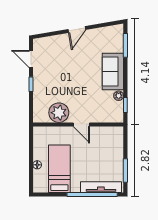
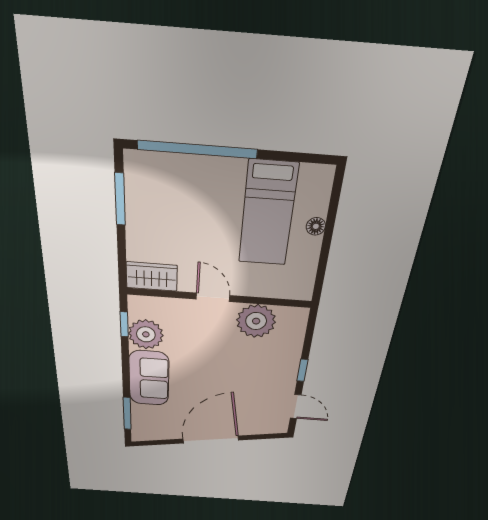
door: (77, 29) -> (211, 440), width x1.87
plant: (119, 96) -> (146, 334), width x1.88, depth x1.88
wardrobe: (111, 133) -> (152, 277), added
tv unit: (101, 187) -> (176, 166), removed

